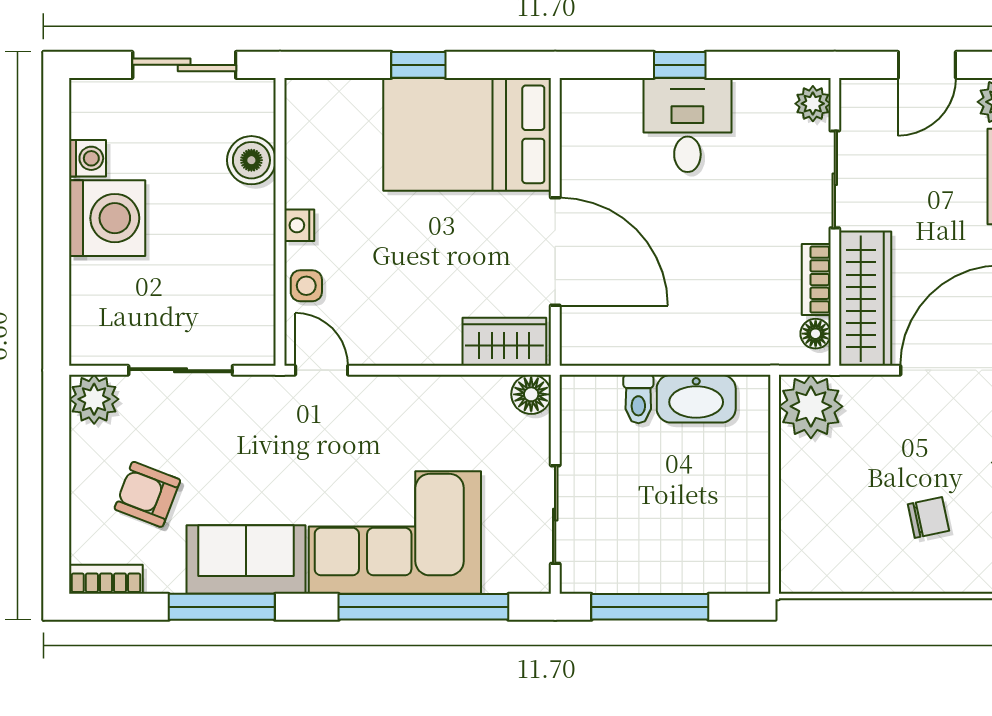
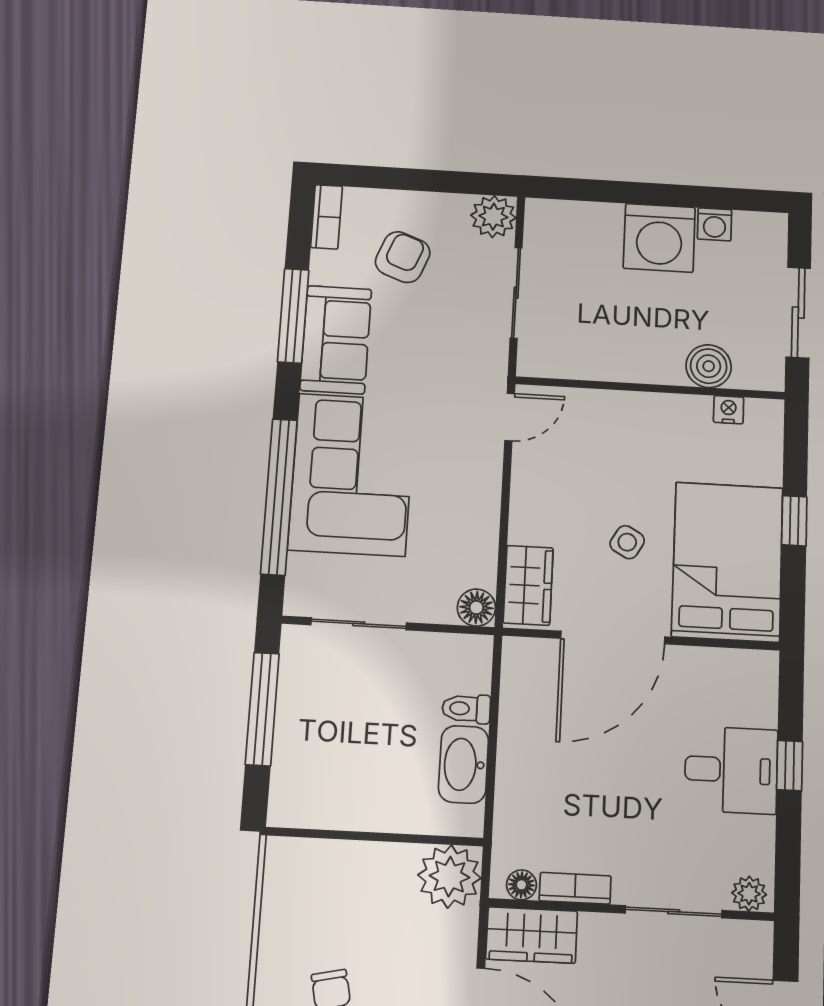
nightstand: (299, 225) -> (729, 410), moved
side table: (306, 286) -> (627, 542), moved, turned 30
wardrobe: (865, 299) -> (532, 935), width x0.67

